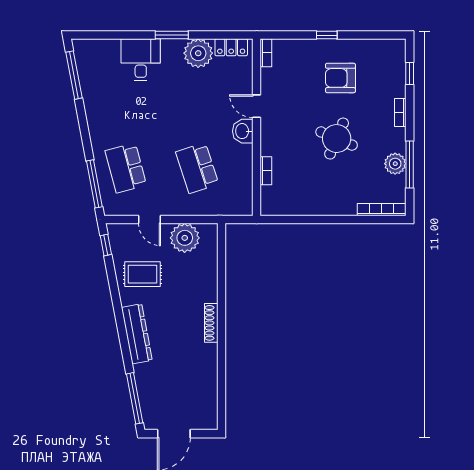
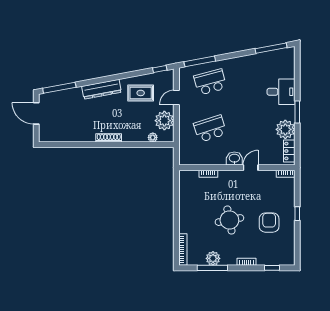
round table: (337, 139) -> (229, 220), turned -34
plant: (210, 256) -> (153, 137), added
rug: (143, 274) -> (141, 93), turned 90

